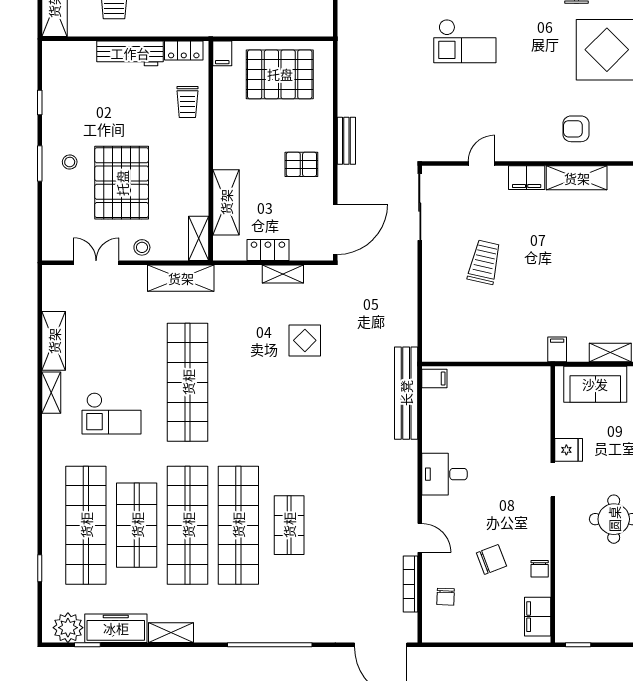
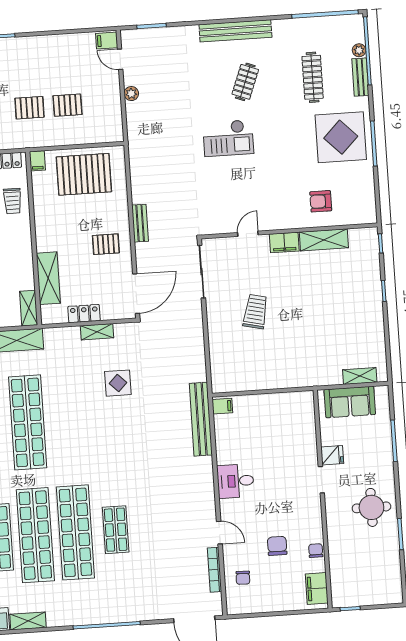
filing cabinet: (557, 349) -> (318, 377), removed
chair: (491, 559) -> (277, 546), turned -69
chair: (540, 569) -> (316, 551), turned 180

